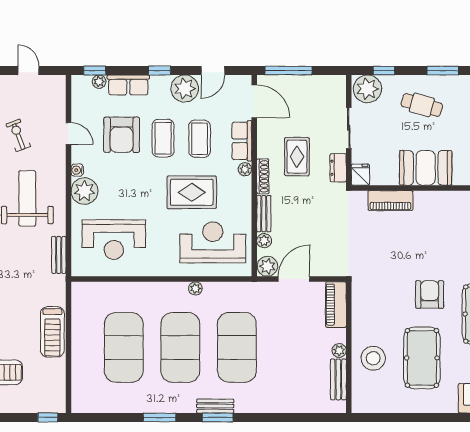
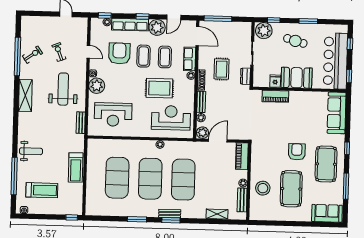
row of seats: (128, 85) -> (130, 25), width x1.48
armchair: (122, 135) -> (119, 53), turned 180
fridge: (360, 175) -> (275, 81), moved
shelving: (296, 405) -> (217, 214), added

